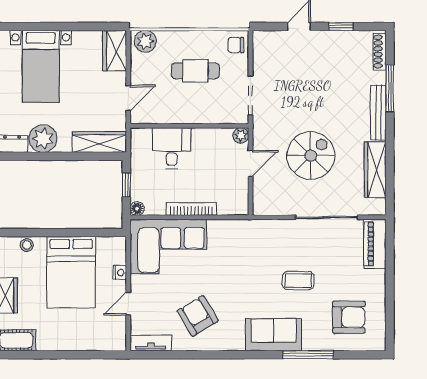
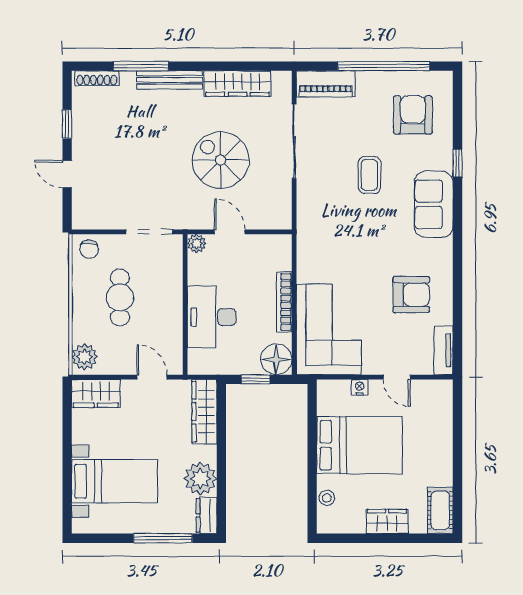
desk: (172, 148) -> (212, 317), width x1.37
floor lamp: (137, 209) -> (276, 359), width x1.89, depth x1.89
window: (390, 293) -> (384, 66), added
armchair: (198, 316) -> (411, 295), turned -149
window: (308, 355) -> (457, 163), width x0.46

